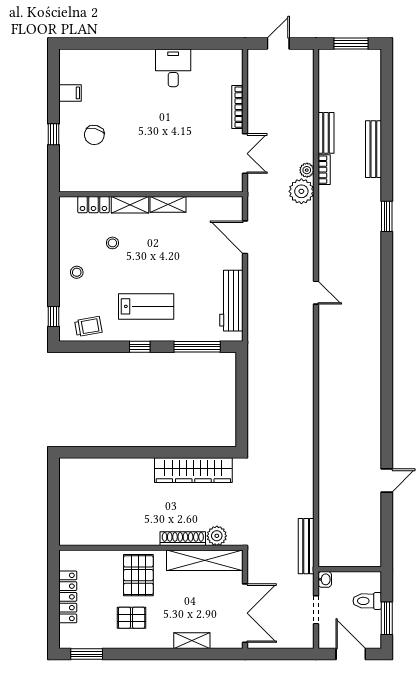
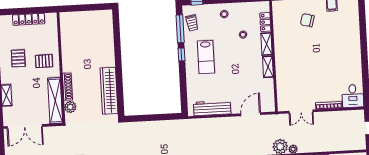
desk: (173, 68) -> (353, 96), moved, turned 90
window: (197, 347) -> (180, 29), moved
pallet: (138, 575) -> (44, 61), width x0.67, depth x0.71

